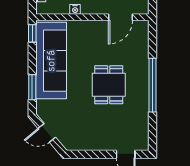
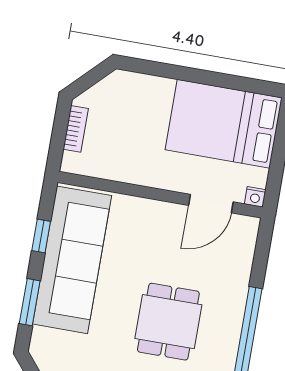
nightstand: (75, 9) -> (255, 197), moved
window: (32, 33) -> (41, 236), moved

